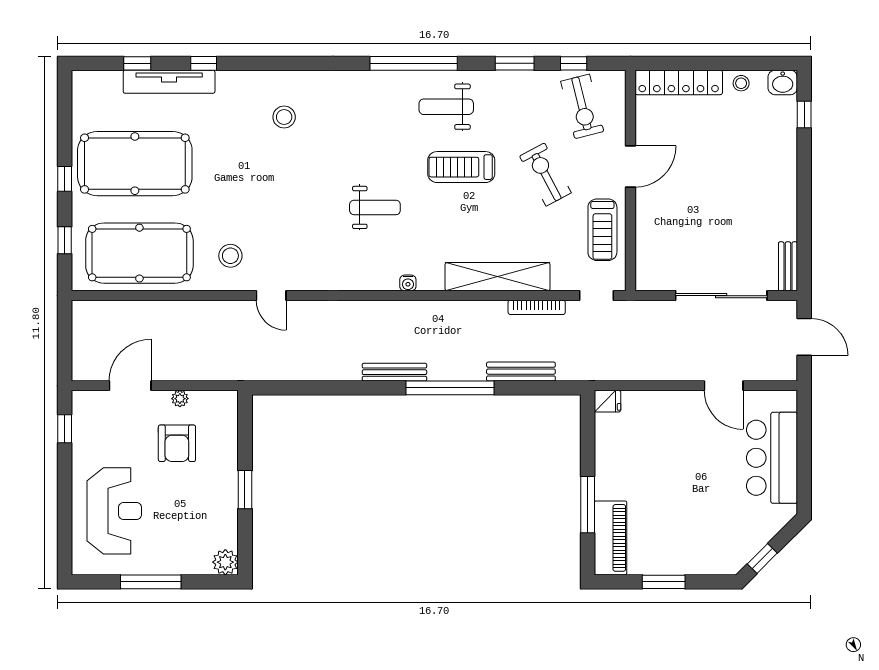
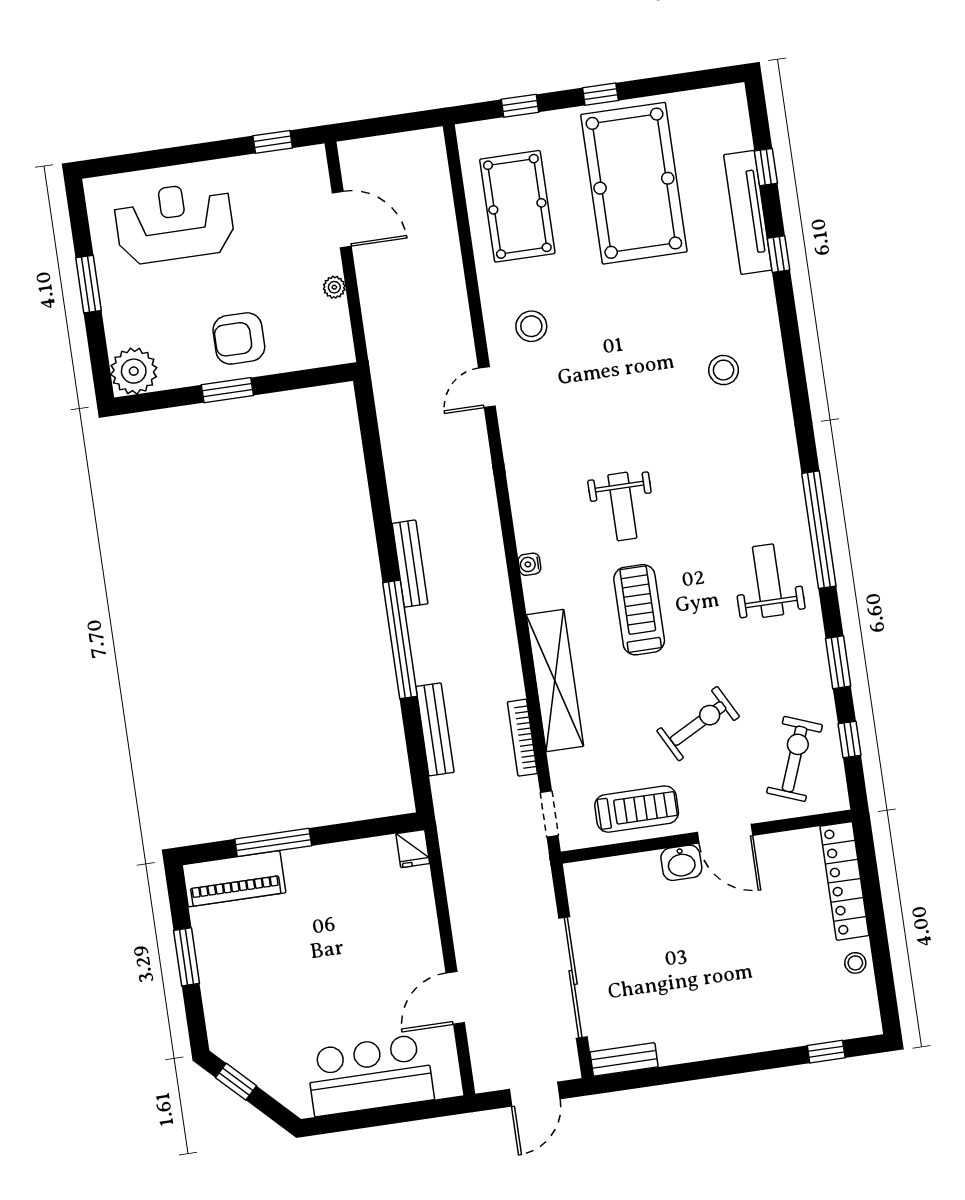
washbasin: (783, 82) -> (681, 863), moved, turned -90
exercise bike: (582, 106) -> (795, 759), turned 125
treadmill: (461, 167) -> (639, 610), moved
treadmill: (602, 230) -> (637, 809), turned 180
pool table: (139, 253) -> (517, 206), width x0.73, depth x0.76
armchair: (177, 443) -> (239, 338), moved
reception desk: (114, 511) -> (174, 223), turned 180
plant: (225, 562) -> (134, 371), width x1.36, depth x1.36
window: (151, 582) -> (88, 284), width x0.69

